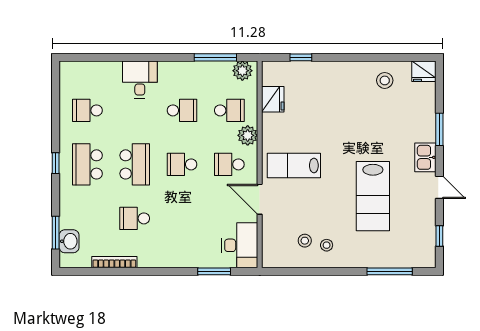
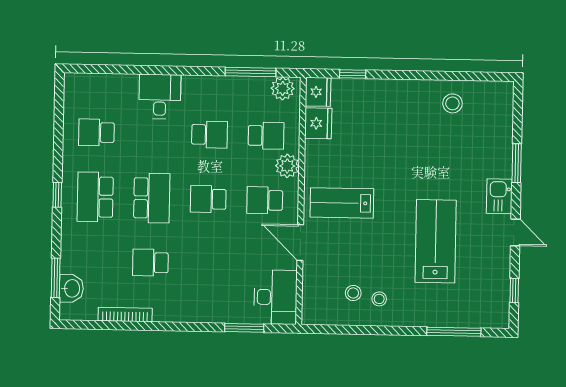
fridge: (424, 71) -> (318, 92), moved, turned -90
lab bench: (373, 196) -> (436, 241), turned 180

